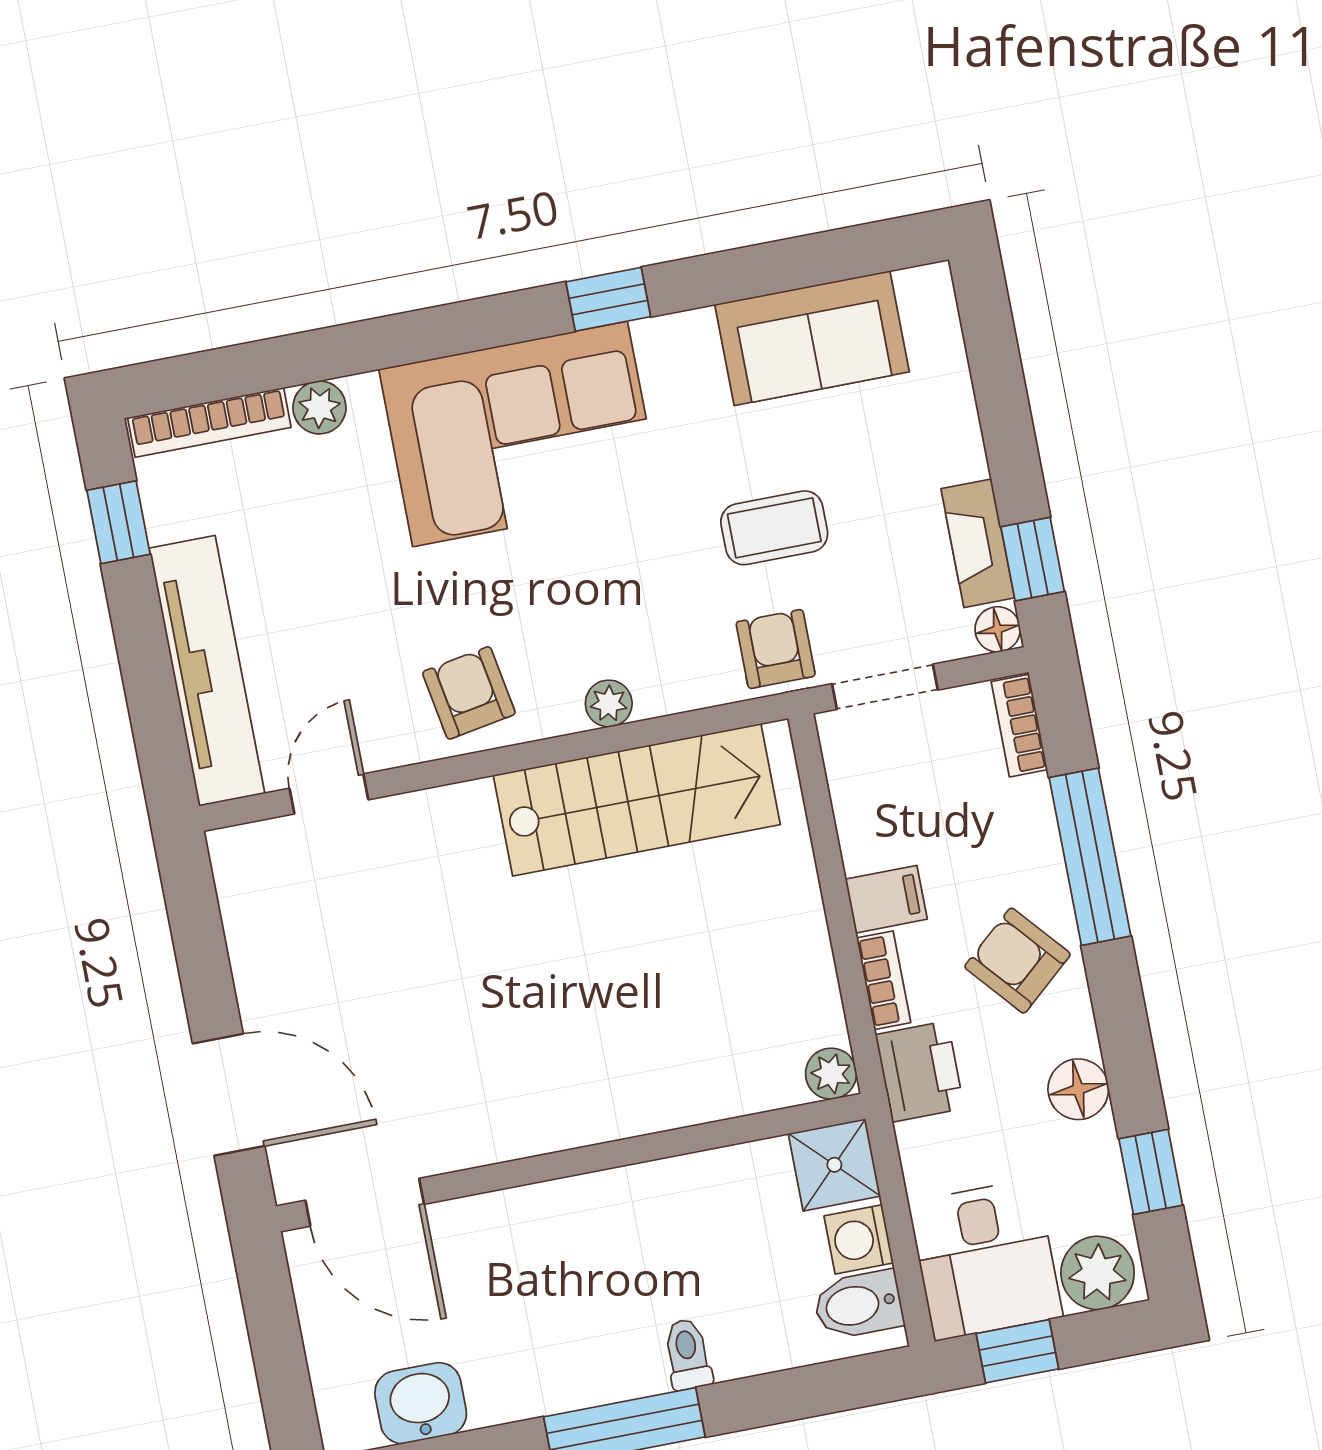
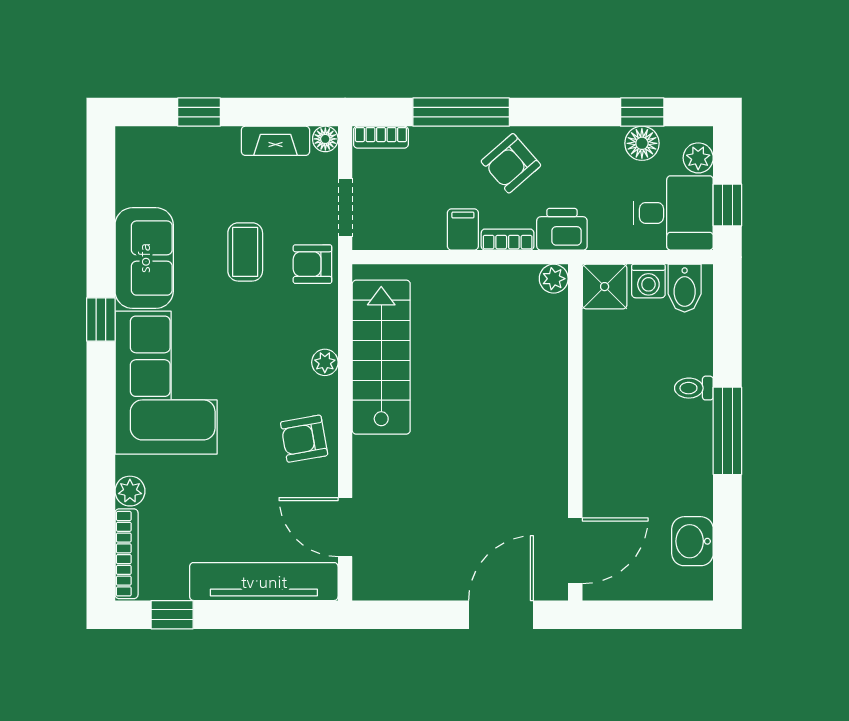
sofa: (812, 338) -> (144, 258), moved
window: (1033, 559) -> (199, 112), moved
door: (329, 794) -> (345, 527), width x1.38
floor lamp: (1078, 1089) -> (642, 143), moved
plant: (1098, 1273) -> (698, 158), width x0.73, depth x0.73

